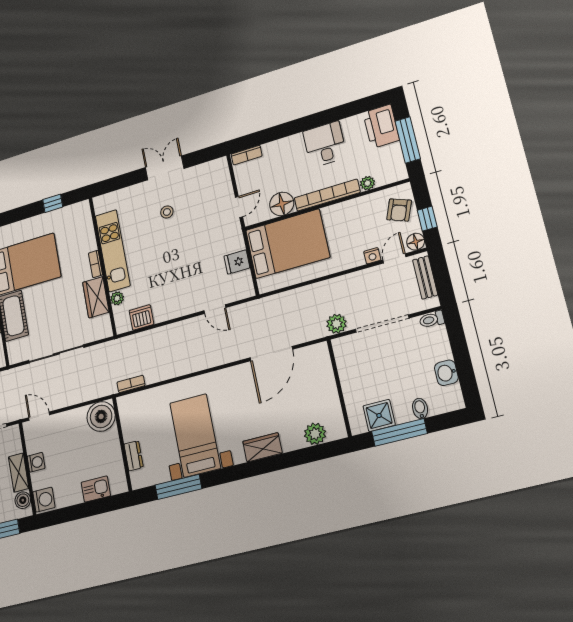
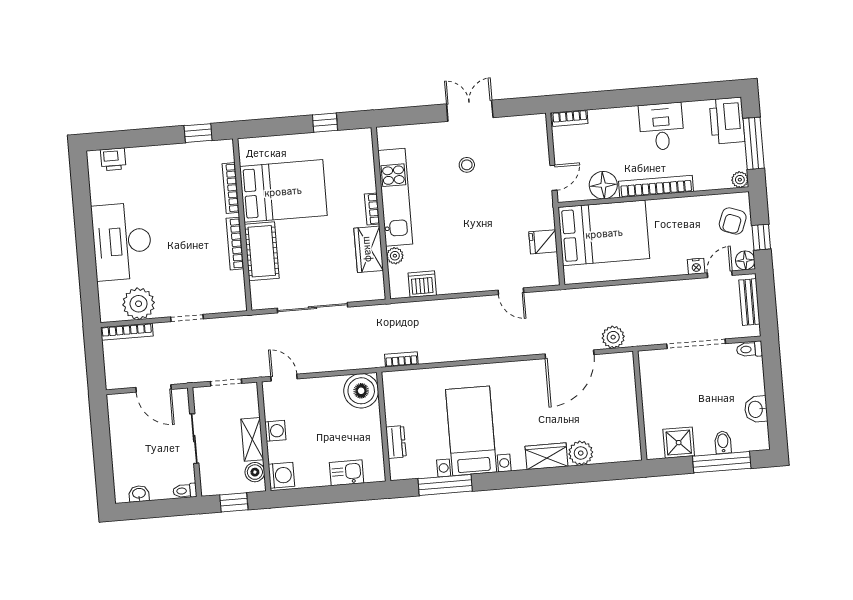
plant: (367, 183) -> (740, 180), moved
plant: (337, 324) -> (613, 337), moved
window: (399, 432) -> (722, 462), moved
plant: (315, 434) -> (581, 453), moved

